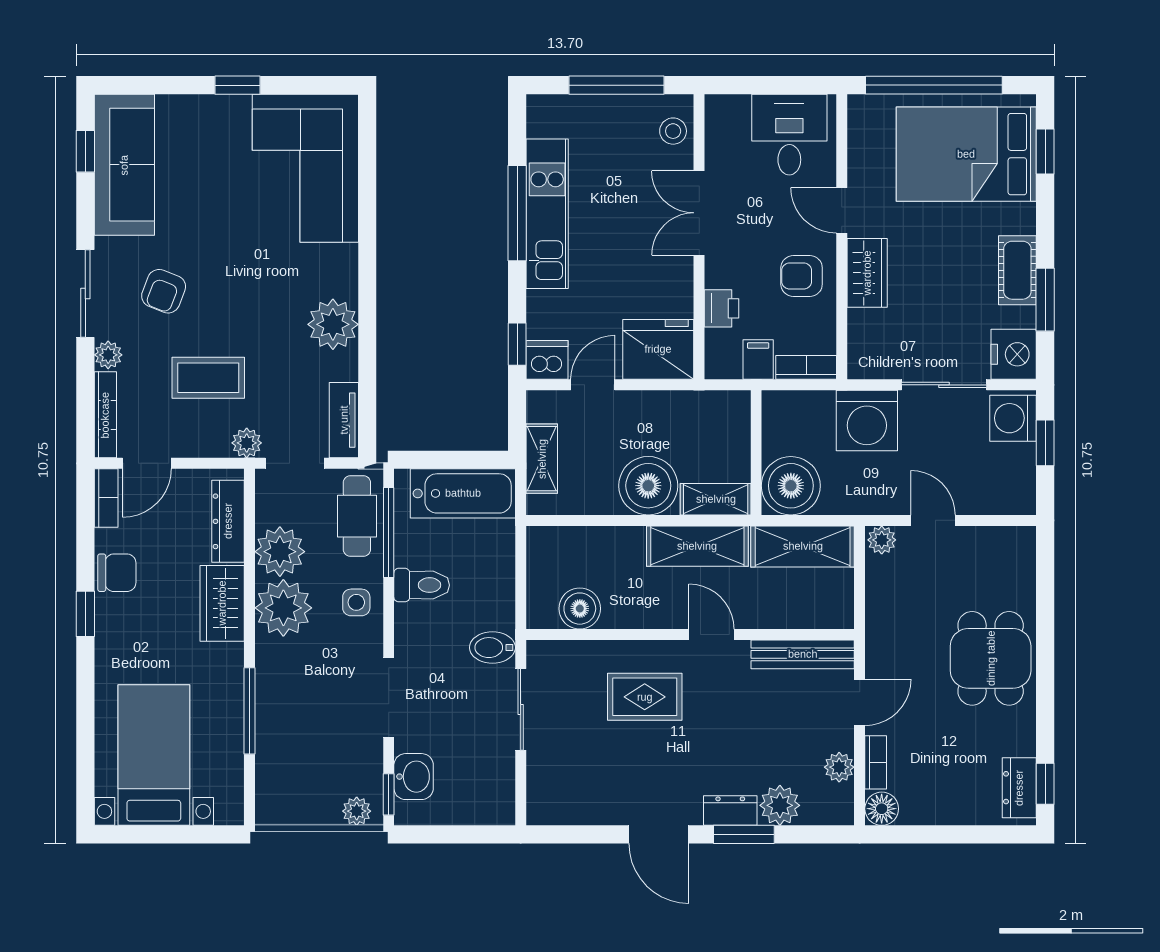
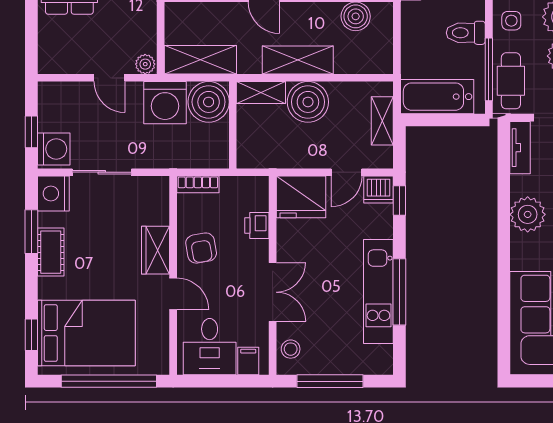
armchair: (802, 276) -> (201, 248), turned 80
filing cabinet: (758, 360) -> (248, 361), moved, turned 180
washing machine: (867, 421) -> (165, 103), moved, turned 180
shelving: (697, 546) -> (298, 60), moved

